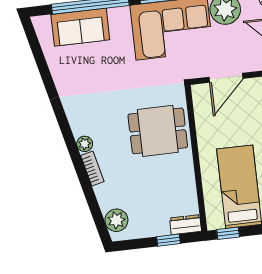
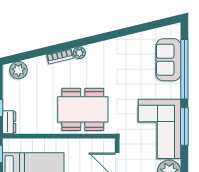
dining table: (158, 131) -> (83, 109), width x1.38

